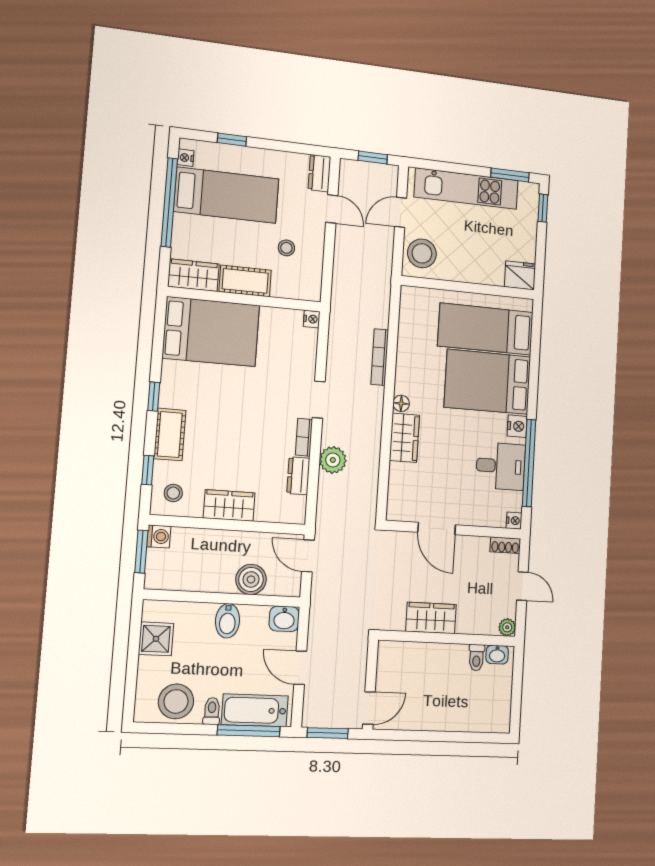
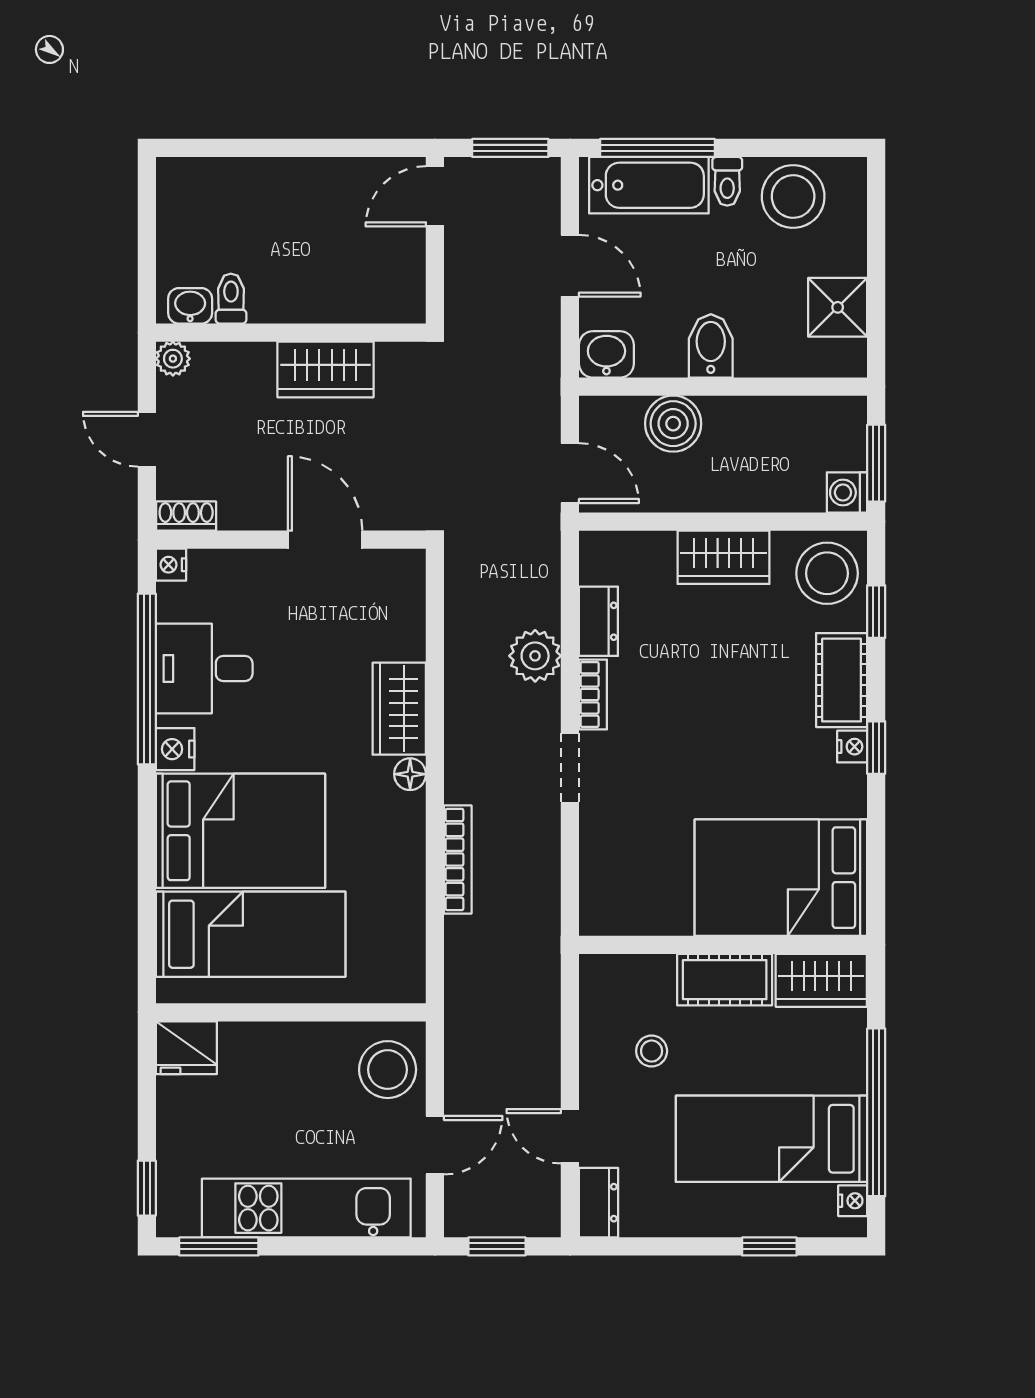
nightstand: (312, 319) -> (852, 747), moved, turned 180
stool: (173, 493) -> (827, 573), width x1.89, depth x1.89

